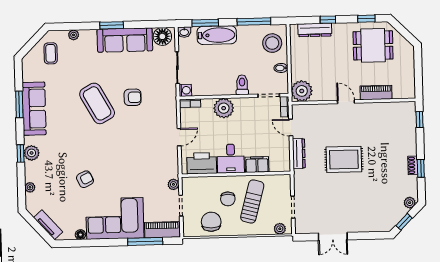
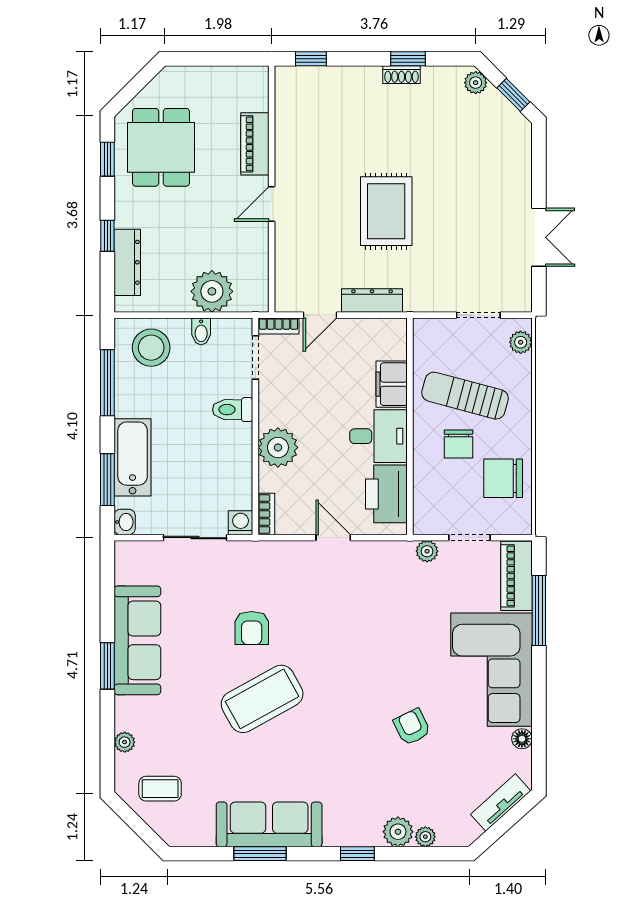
floor lamp: (162, 36) -> (132, 566), removed
plant: (302, 91) -> (212, 291), moved
armchair: (133, 97) -> (252, 628), turned 180
plant: (32, 153) -> (398, 832), moved
chair: (228, 199) -> (459, 444), turned 90

